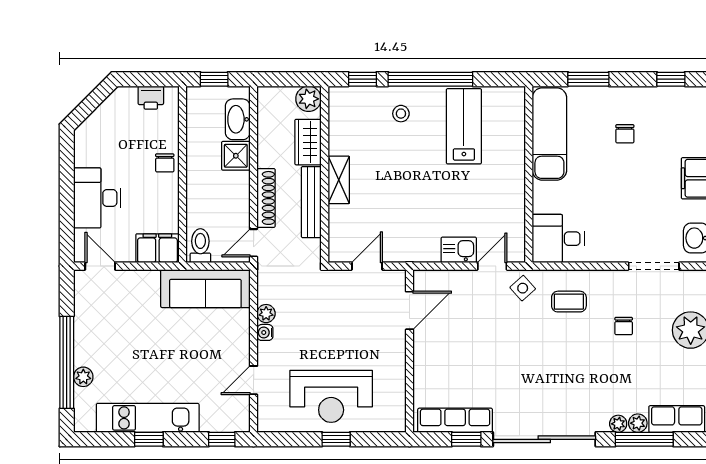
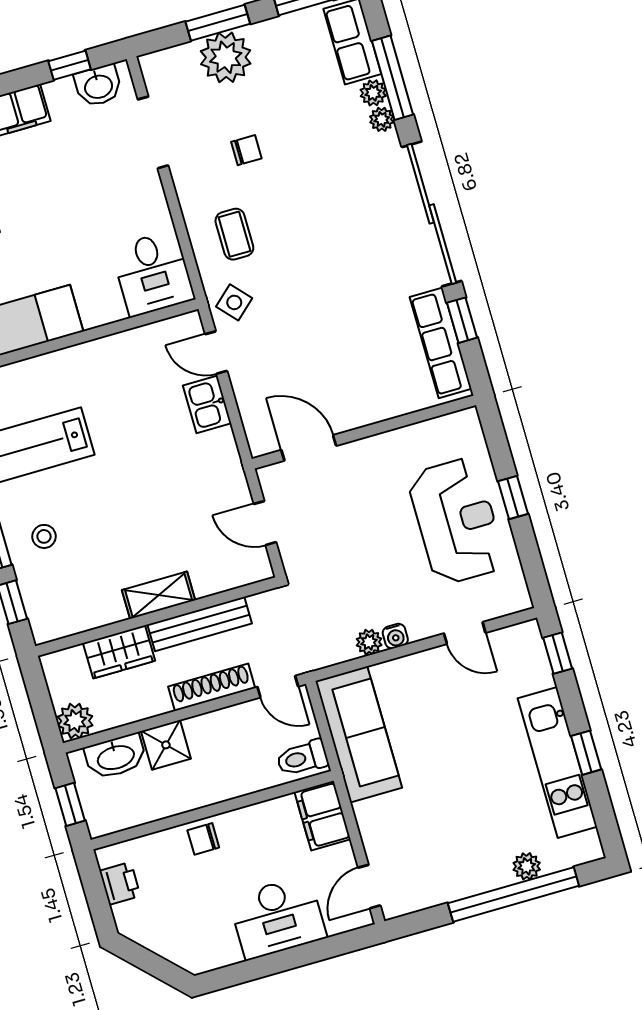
plant: (308, 99) -> (75, 721), moved
chair: (165, 163) -> (203, 839), turned 180

